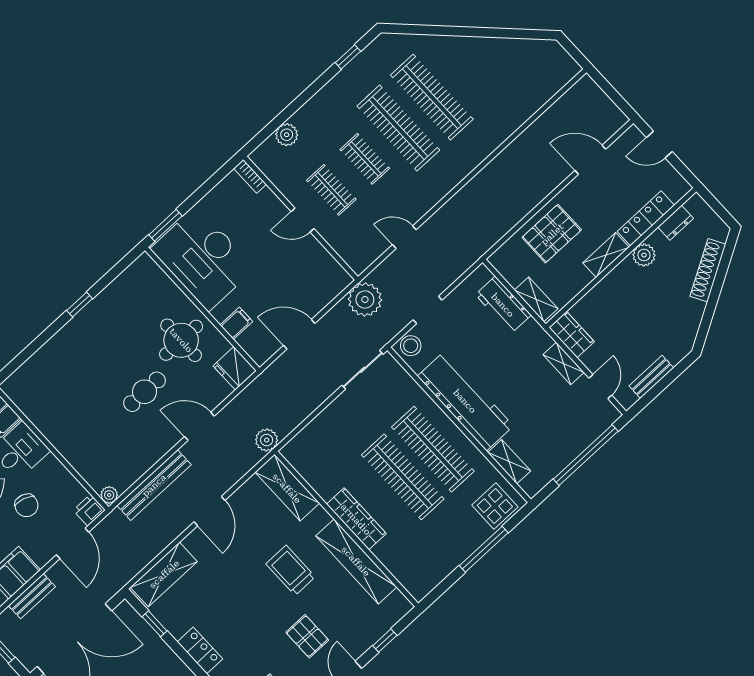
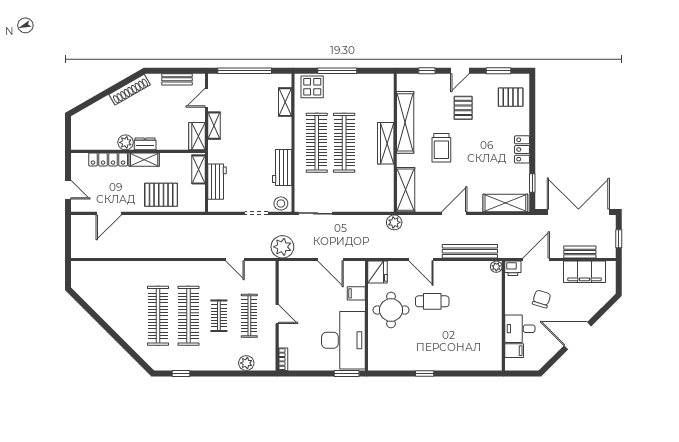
door: (590, 160) -> (109, 213), hinge flipped
clothes rail: (331, 190) -> (249, 316), width x1.36
dresser: (676, 223) -> (145, 144), moved
shoe rack: (708, 270) -> (130, 90), moved
workbench: (465, 401) -> (282, 167), width x0.53, depth x0.76

